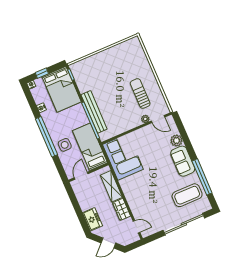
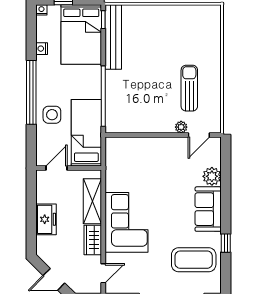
bench: (94, 112) -> (113, 37), moved
door: (158, 119) -> (199, 135), hinge flipped
corner sofa: (123, 157) -> (127, 222), moved
window: (202, 177) -> (226, 243), width x0.32
freezer: (93, 219) -> (46, 219), moved
door: (136, 227) -> (103, 273), hinge flipped

